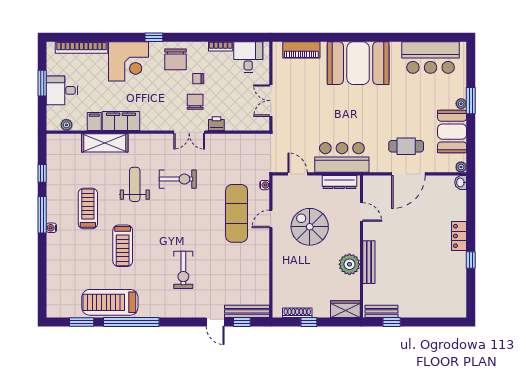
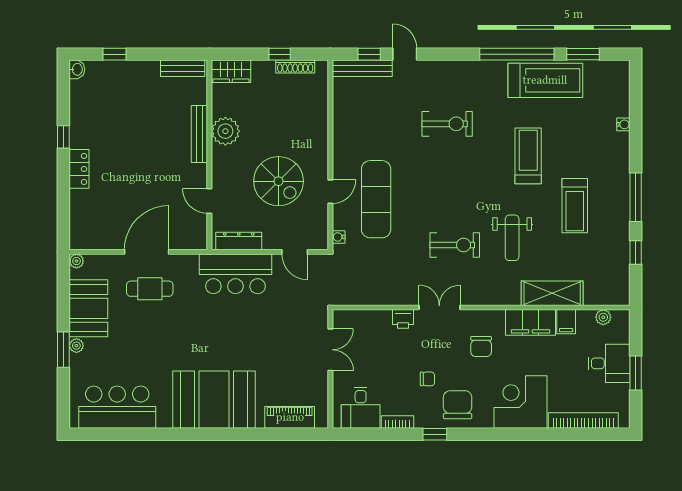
window: (154, 37) -> (435, 434), moved
chair: (195, 102) -> (481, 346), moved
exercise bike: (178, 179) -> (455, 245), turned 180
washbasin: (461, 182) -> (77, 69), moved
water cooler: (51, 228) -> (623, 124), moved
exercise bike: (183, 270) -> (447, 124), turned 90
window: (392, 322) -> (115, 54), moved

